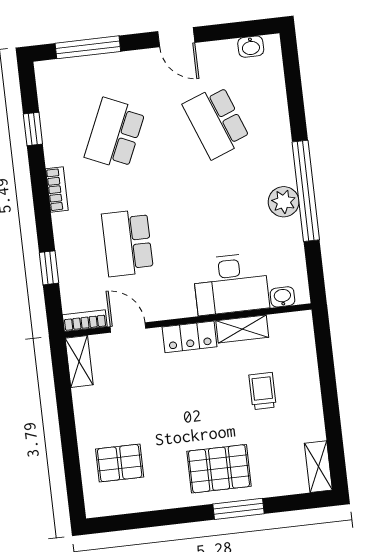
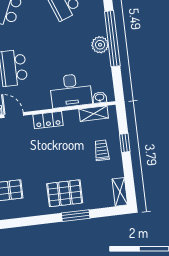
shelving: (242, 329) -> (94, 114), moved
window: (327, 378) -> (125, 143), added
trolley: (263, 391) -> (102, 150), moved

